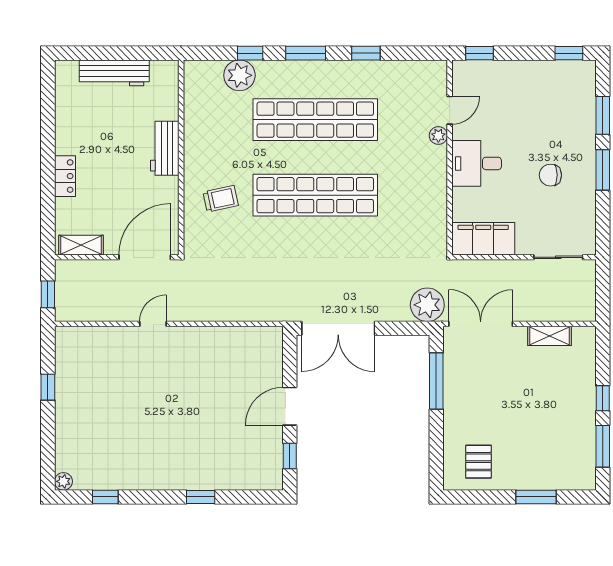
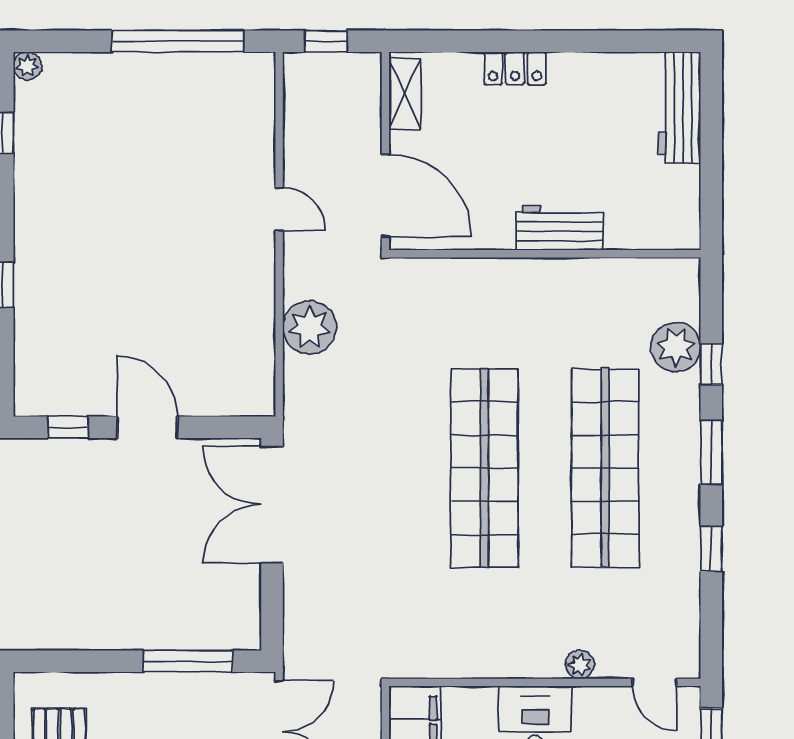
workbench: (114, 73) -> (680, 108), moved
door: (450, 110) -> (654, 682), moved
trolley: (221, 199) -> (479, 317), removed
plant: (427, 305) -> (309, 327), moved
window: (48, 387) -> (178, 41), width x3.17

